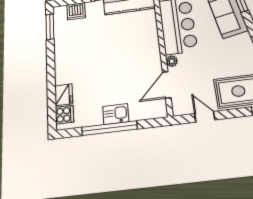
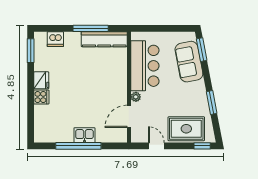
fridge: (64, 95) -> (41, 80), moved
cooker: (64, 115) -> (41, 97), moved

